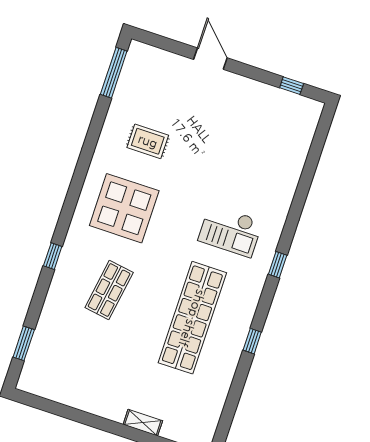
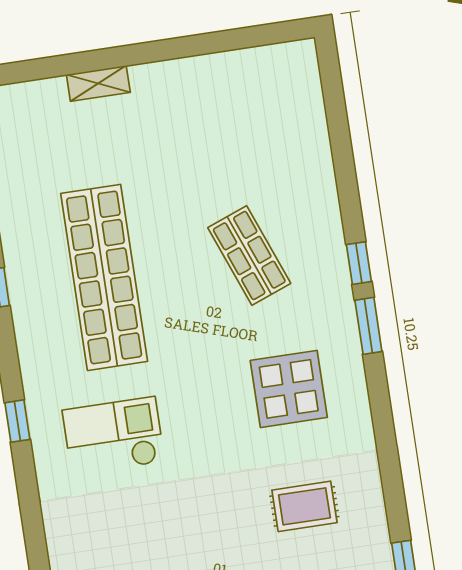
display table: (124, 208) -> (289, 389), width x0.73, depth x0.73
shop shelf: (109, 290) -> (249, 255), turned -30
window: (24, 343) -> (368, 326), moved

